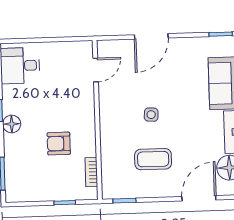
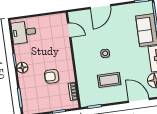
door: (96, 70) -> (69, 30), hinge flipped
door: (199, 198) -> (139, 100), hinge flipped

